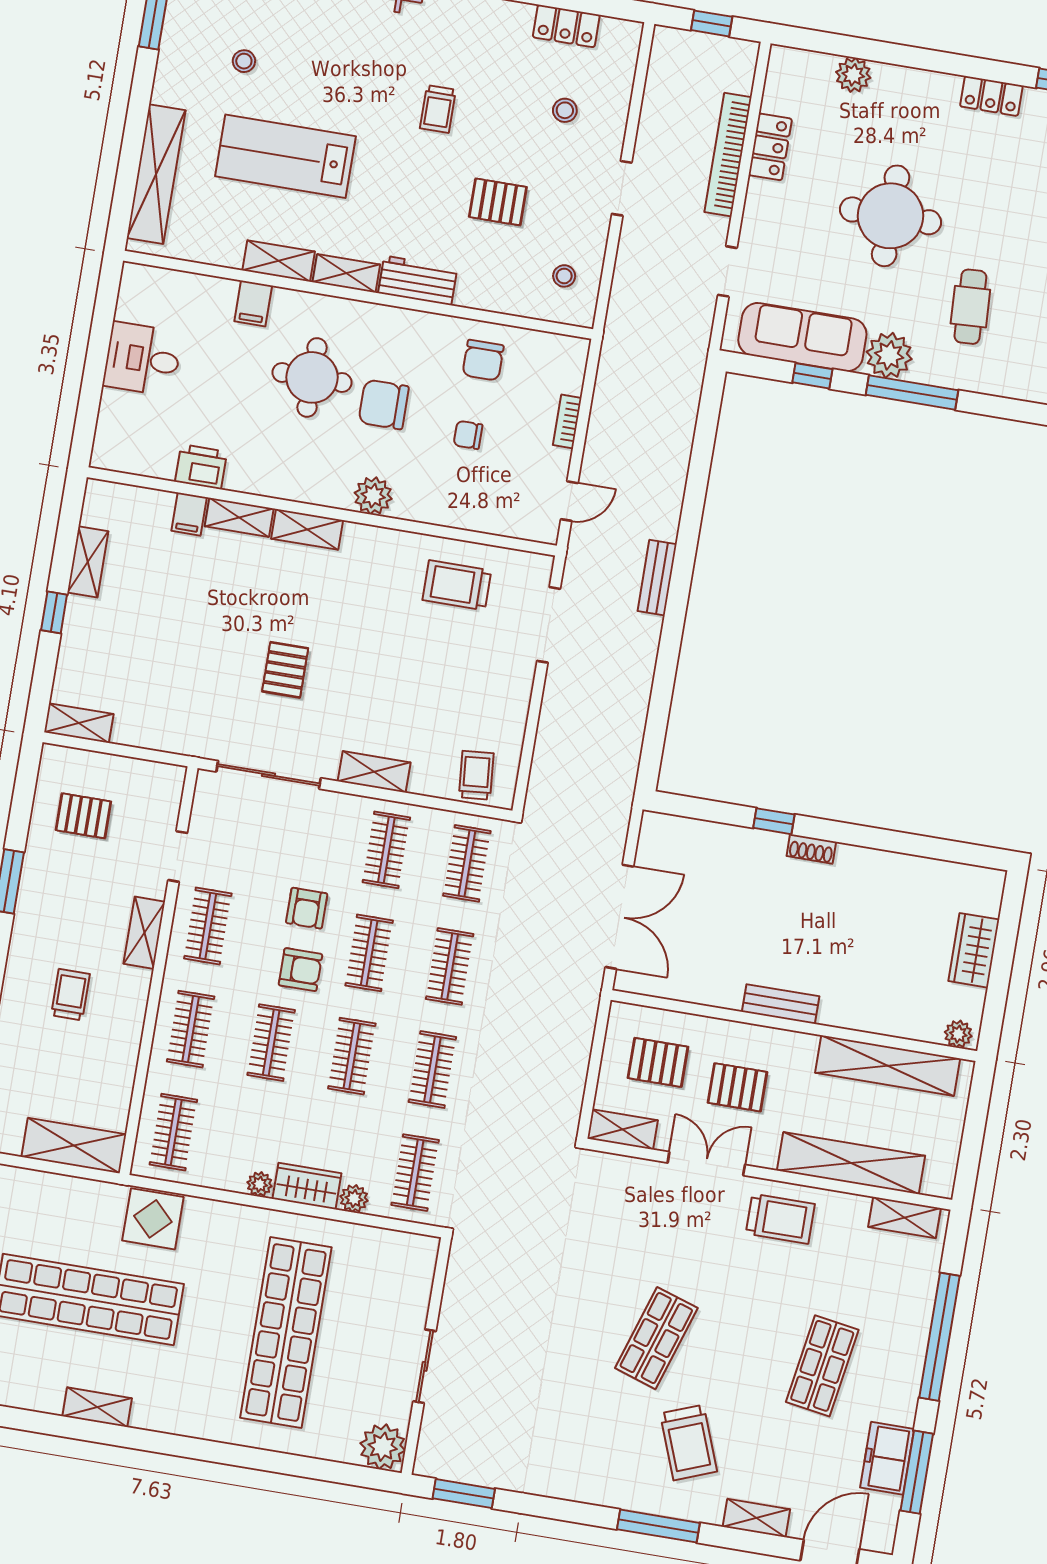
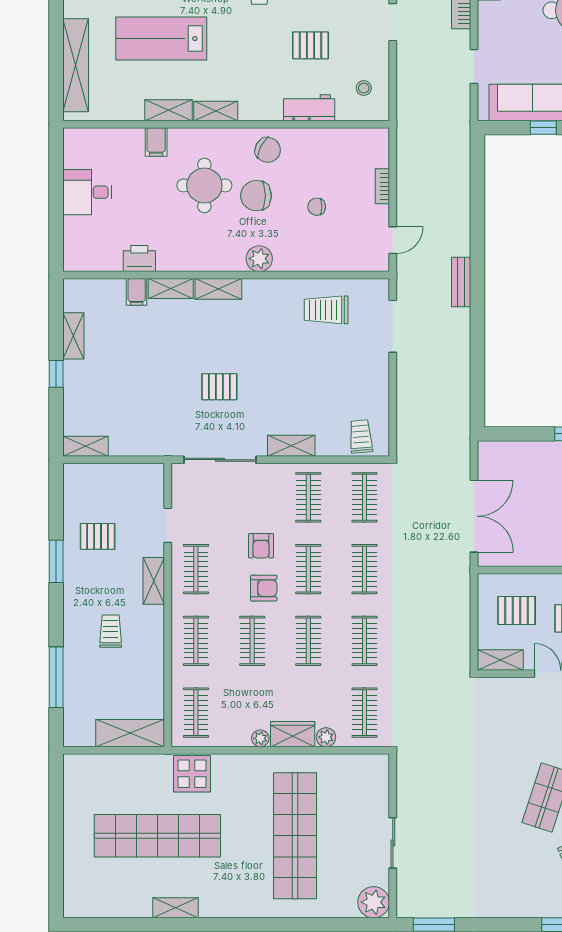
workbench: (418, 280) -> (309, 108), moved
chair: (483, 360) -> (268, 150), moved, turned -62
pallet: (285, 670) -> (219, 387), turned 90
pallet: (83, 816) -> (98, 536), moved

